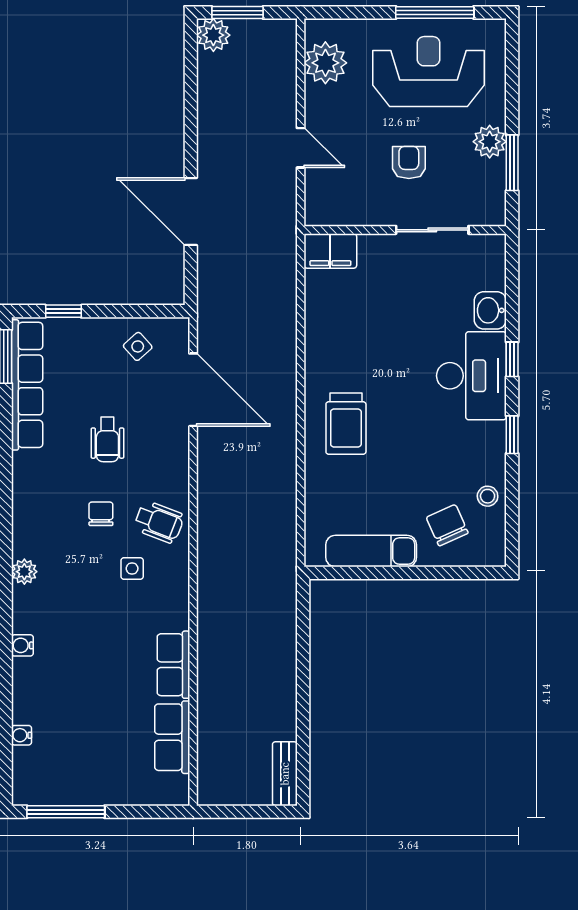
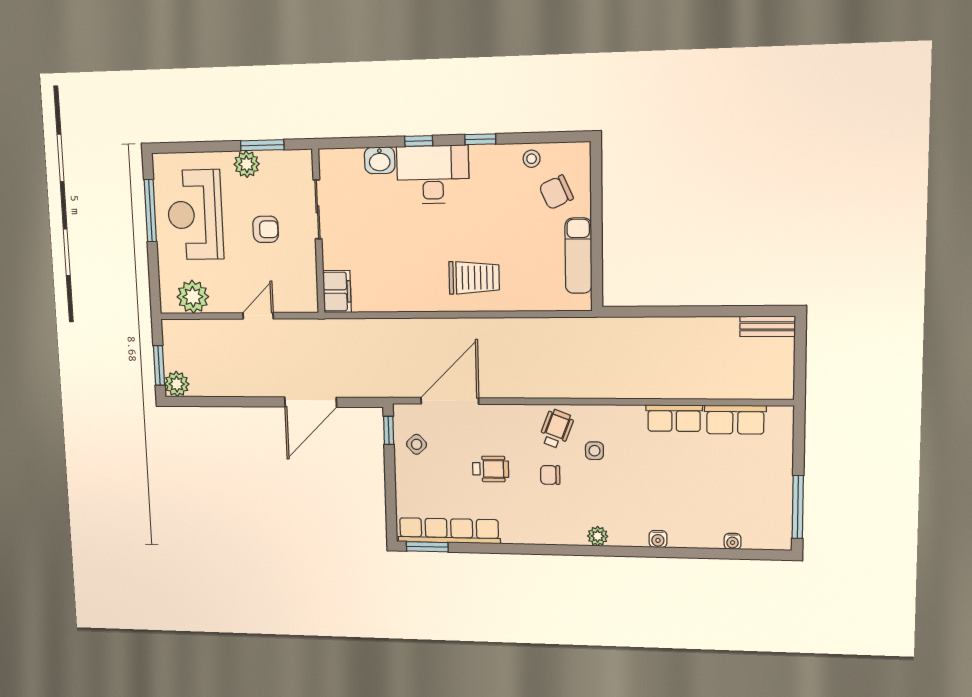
armchair: (409, 162) -> (266, 229), turned 180
window: (63, 311) -> (389, 430), moved

